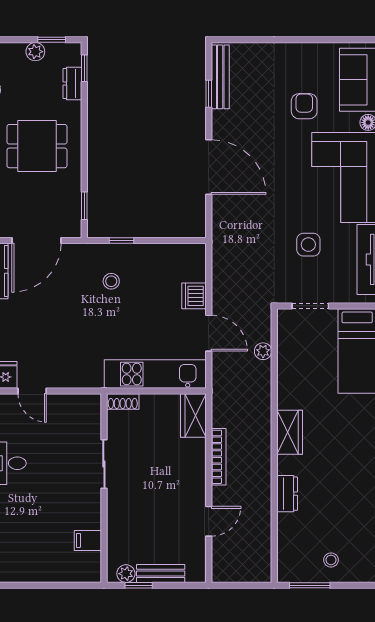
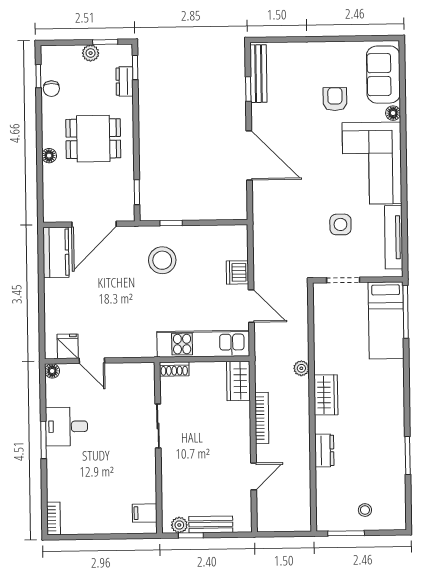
stool: (111, 281) -> (162, 260), width x1.89, depth x1.89
plant: (263, 351) -> (301, 368), moved
filing cabinet: (88, 540) -> (145, 513), moved

